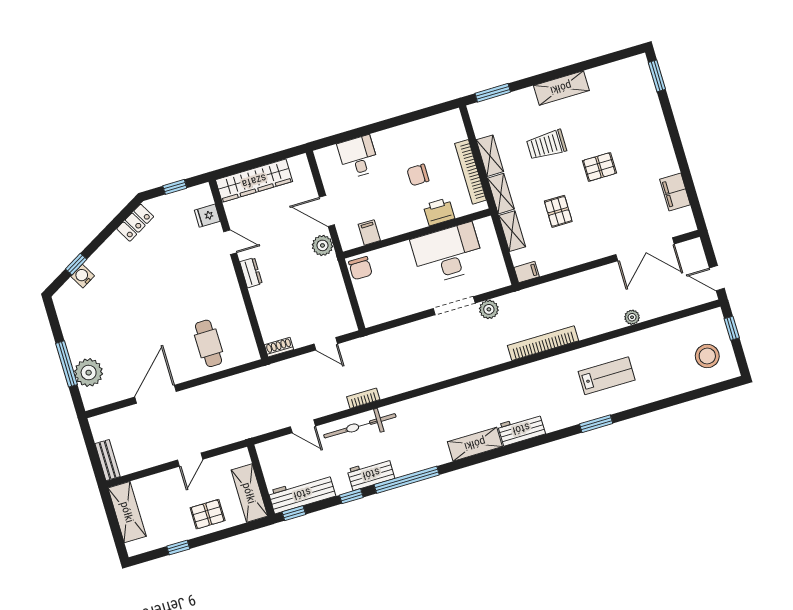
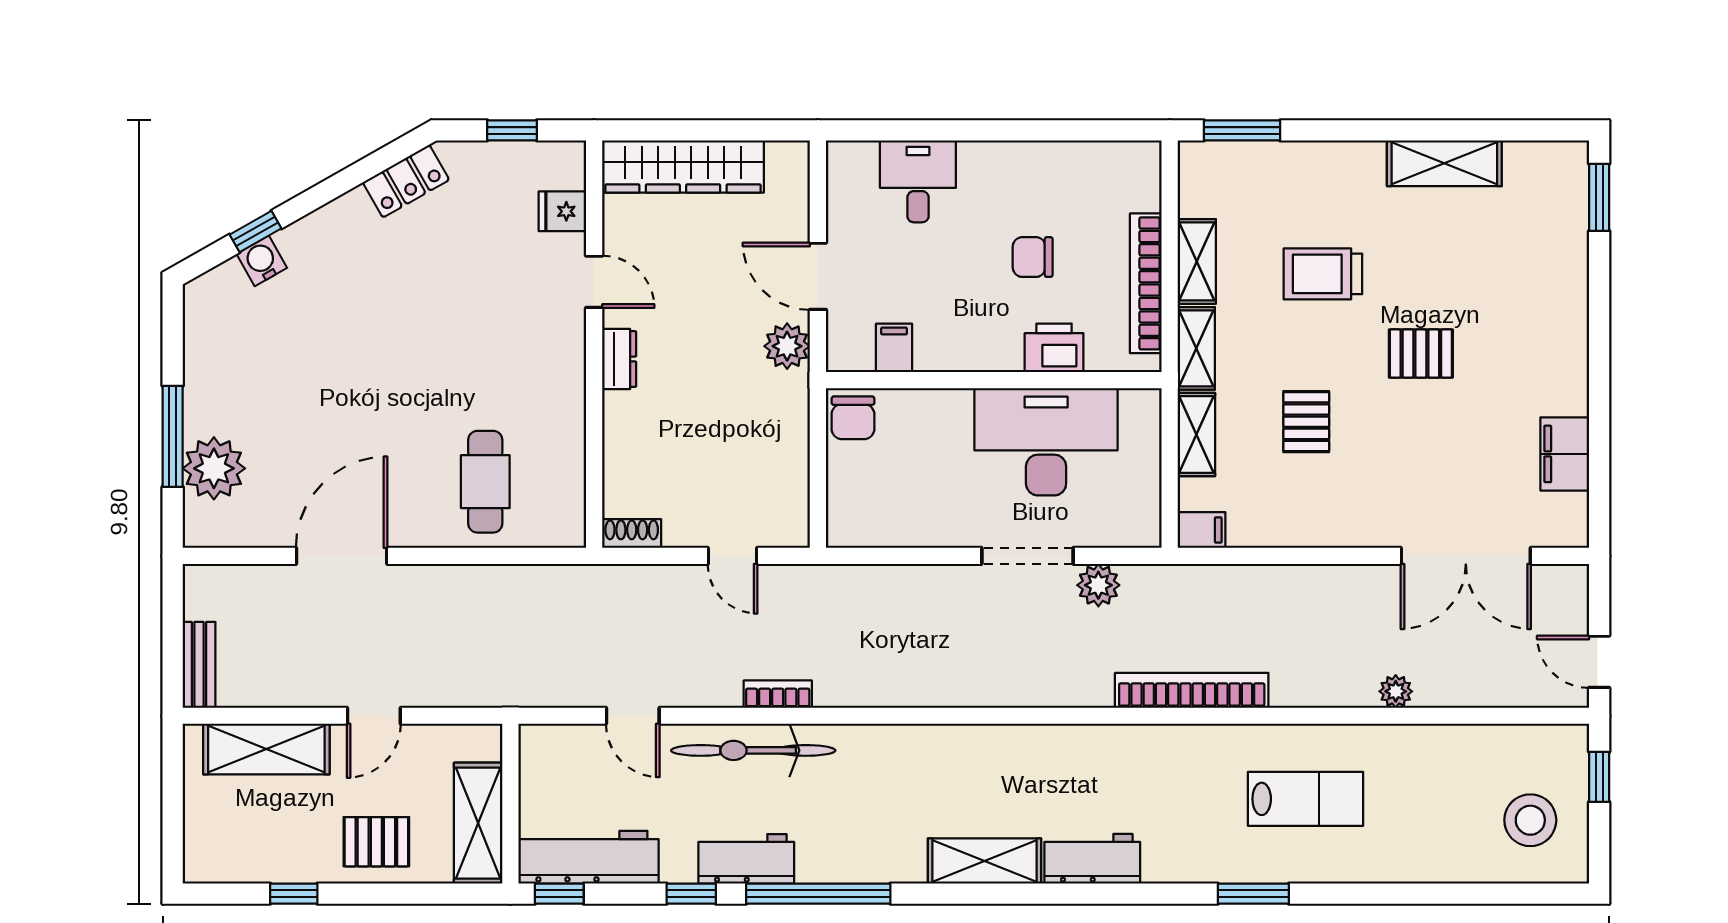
shelving: (561, 88) -> (1444, 163), moved
shelving: (127, 512) -> (266, 749), moved, turned 90

